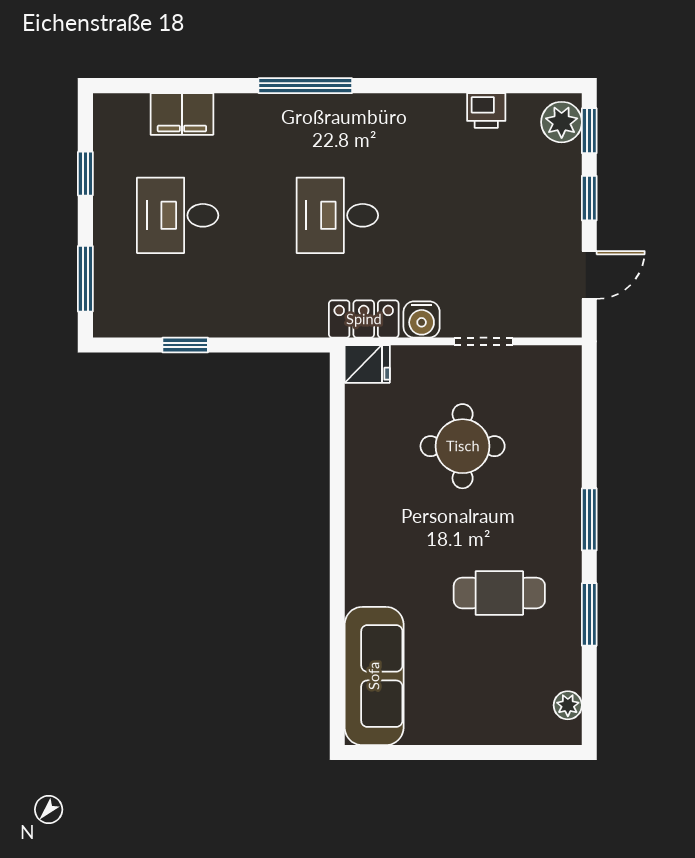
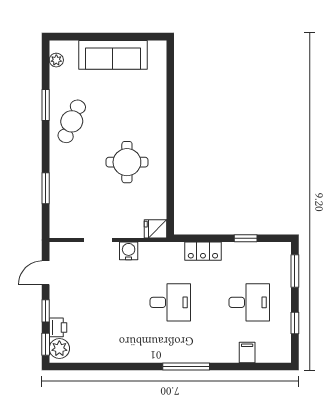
printer: (486, 110) -> (58, 327), moved, turned 90
filing cabinet: (182, 114) -> (247, 353), width x0.50
locker: (364, 319) -> (203, 251), moved
round table: (463, 446) -> (127, 162), moved
window: (589, 519) -> (46, 188), moved
cafe table: (499, 593) -> (72, 121), moved, turned -67
sofa: (374, 676) -> (113, 55), moved, turned -90

